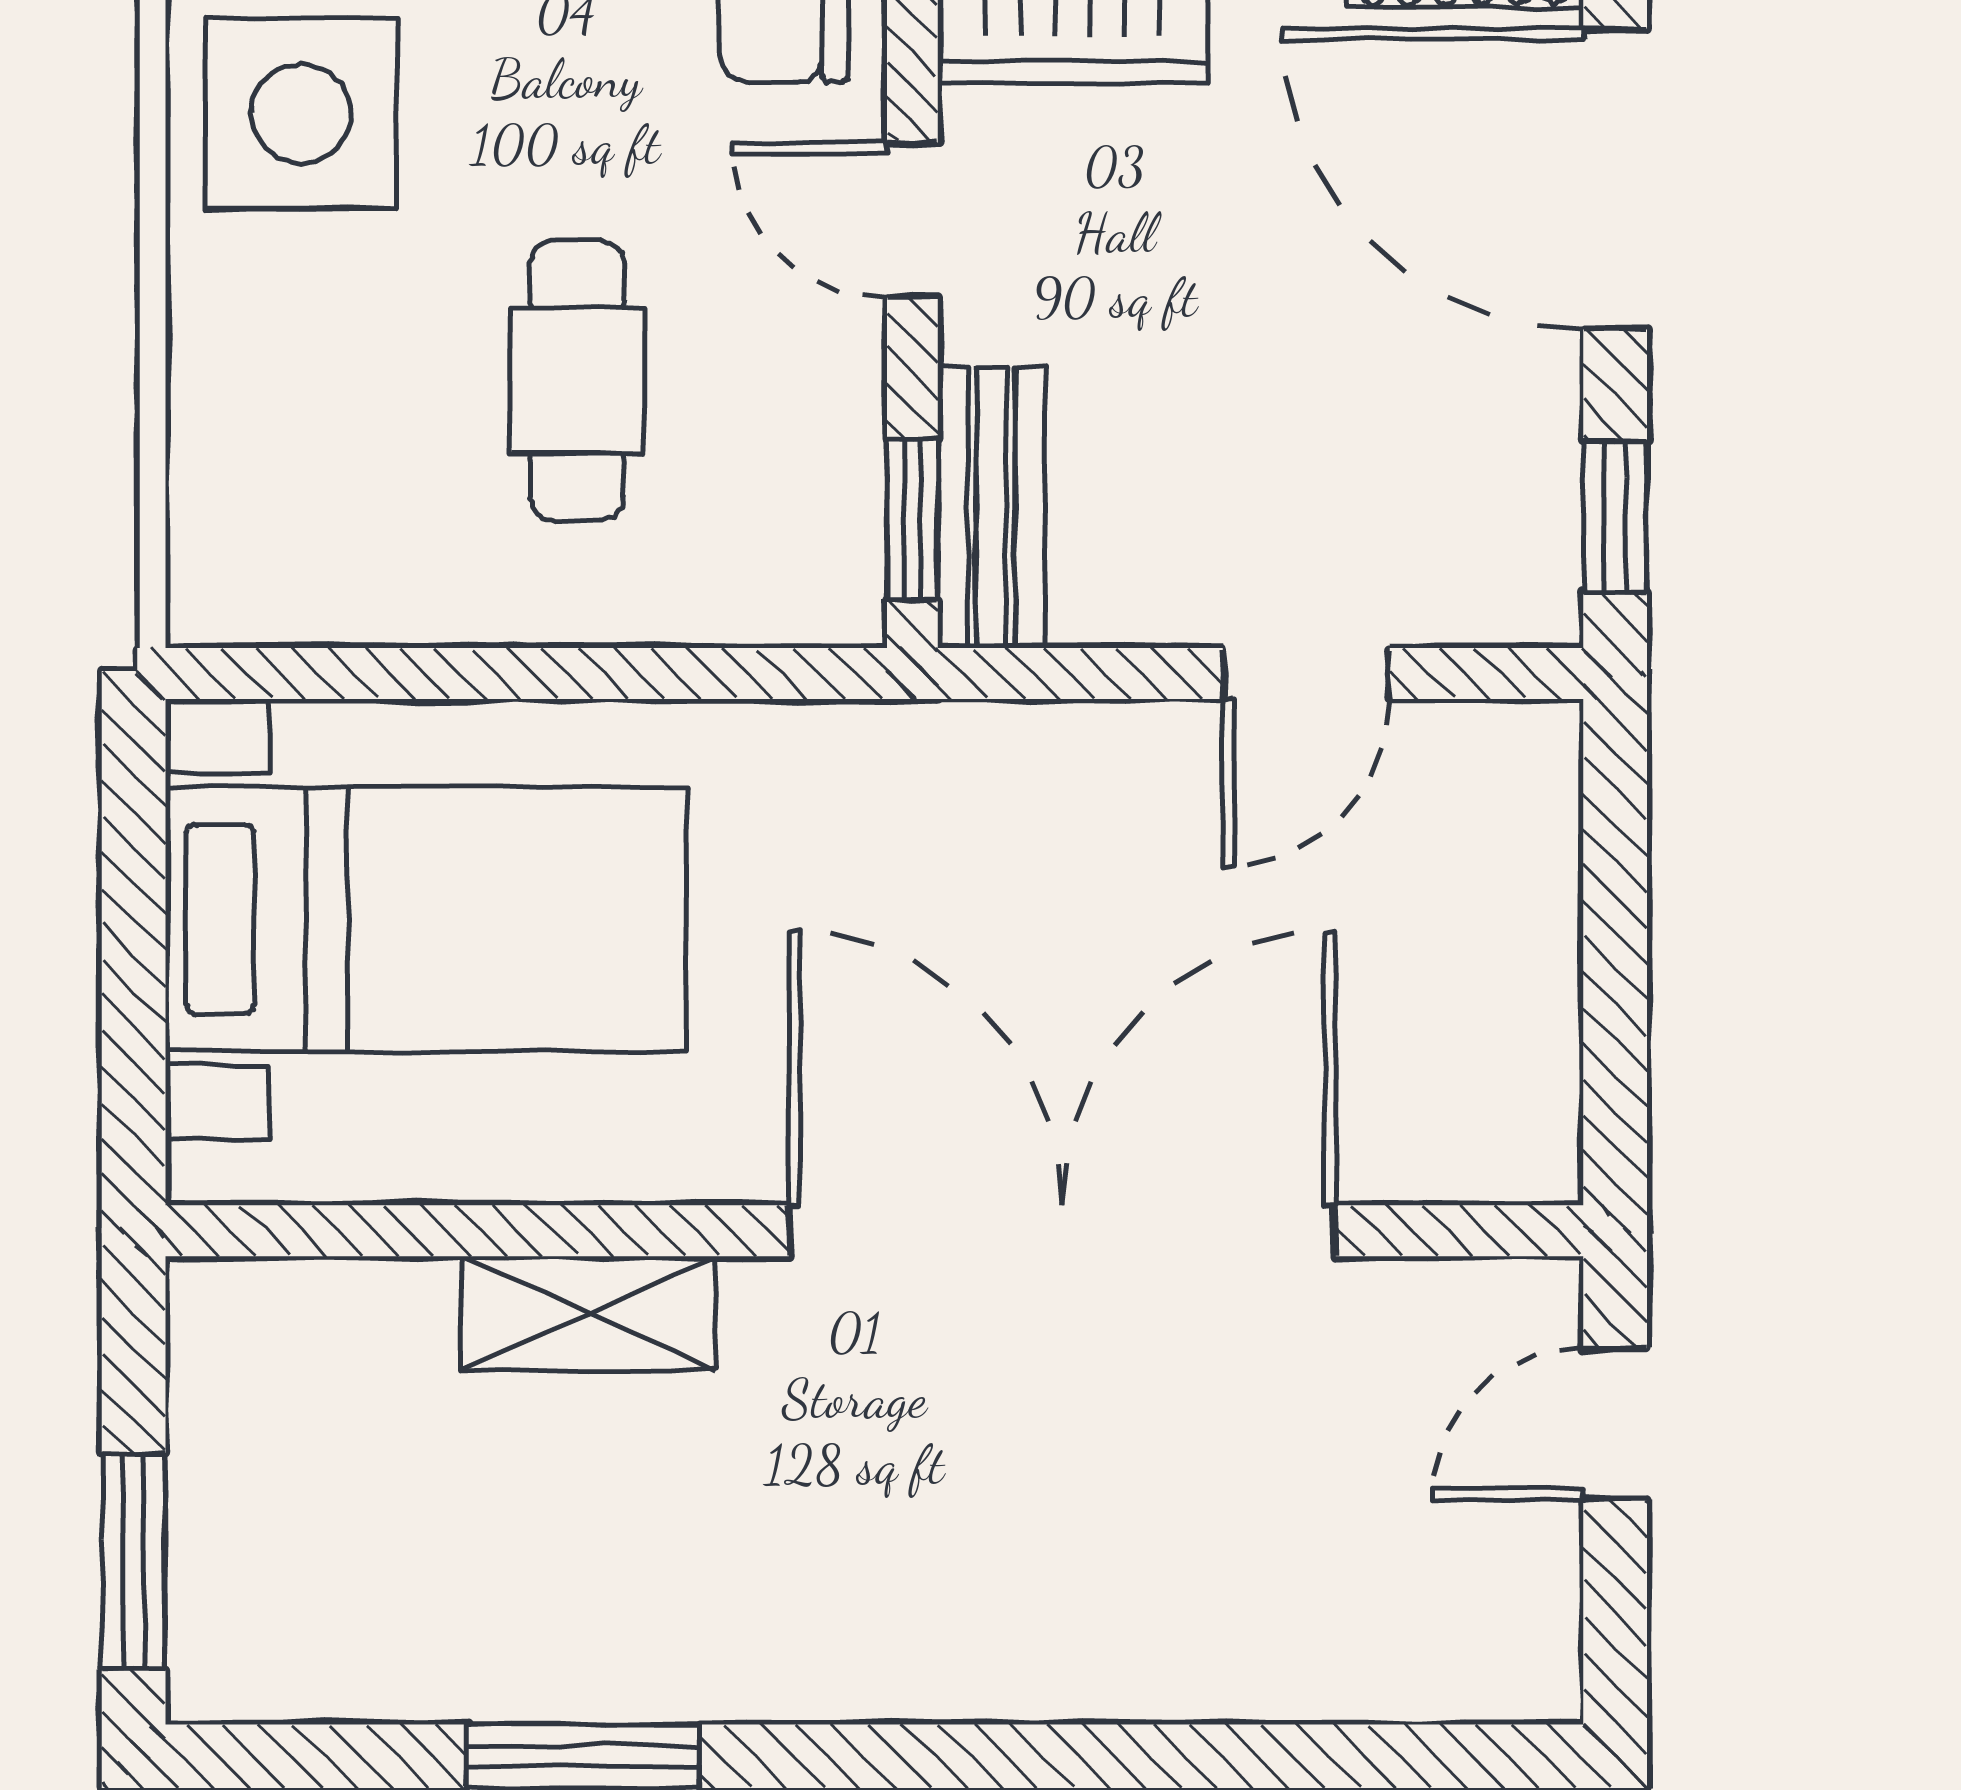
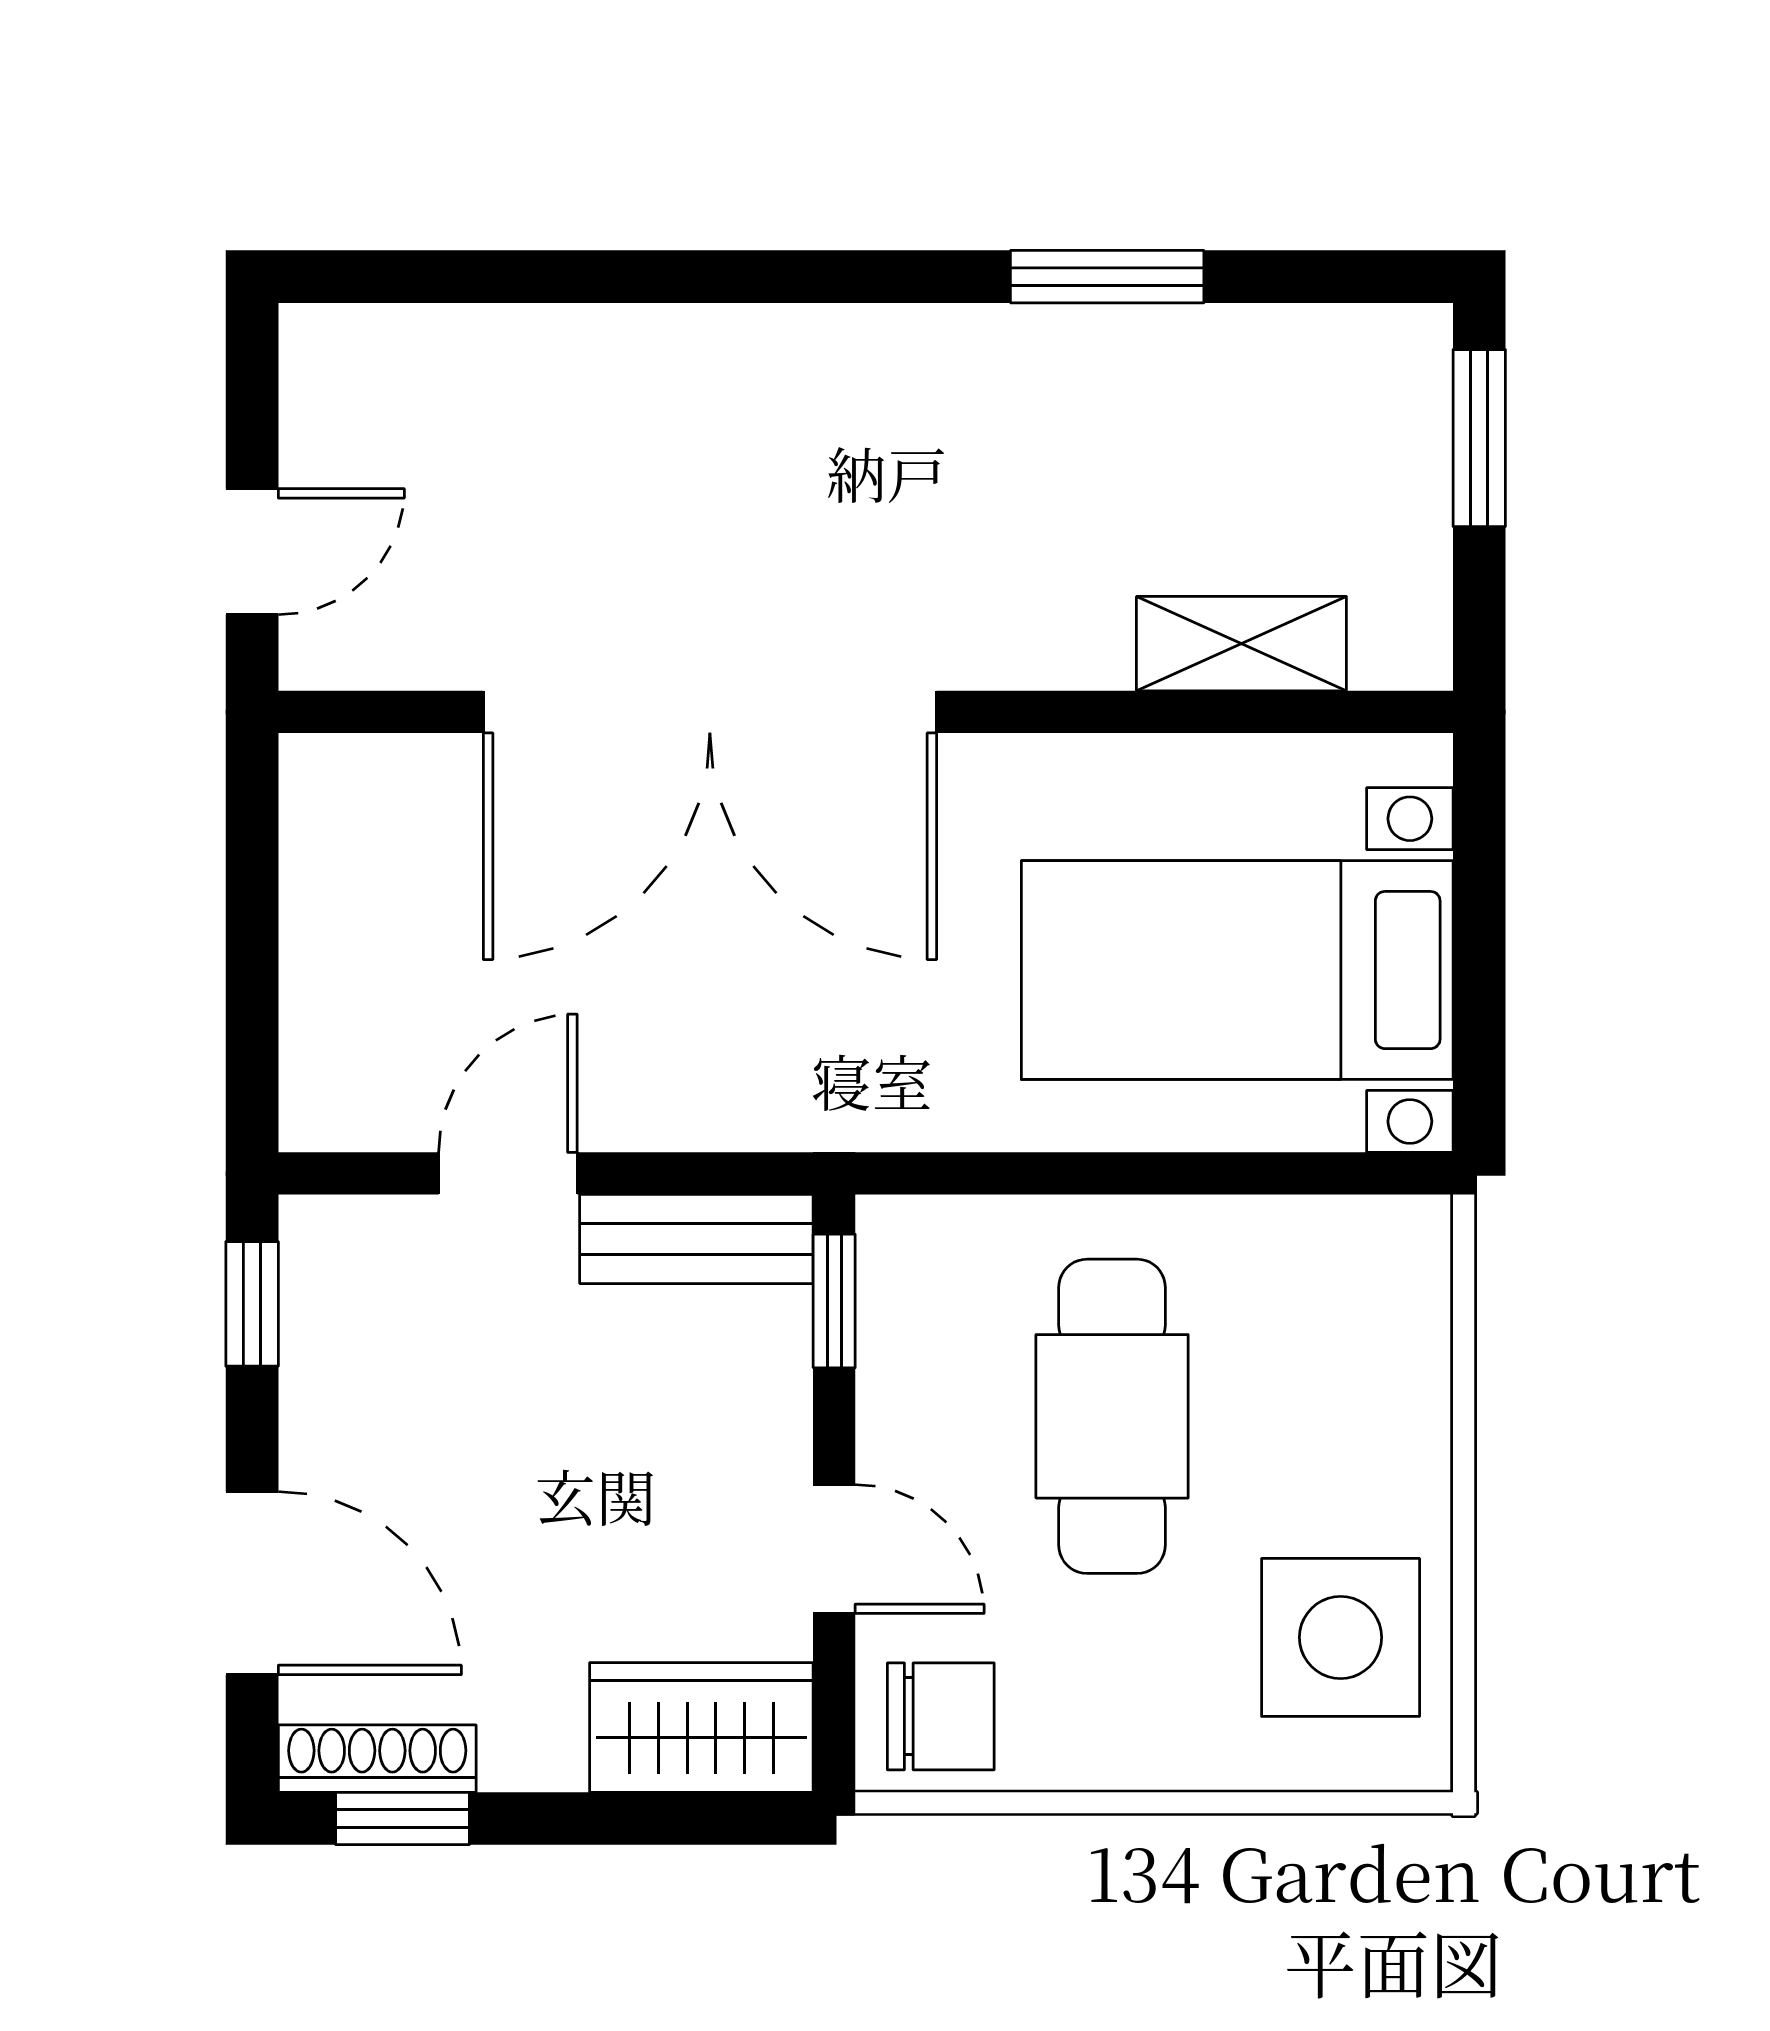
door: (1615, 179) -> (252, 1583), width x0.73
cafe table: (577, 380) -> (1112, 1416), width x1.37, depth x1.35
bench: (992, 507) -> (696, 1239), moved, turned 90
shelving: (588, 1313) -> (1241, 644), moved

